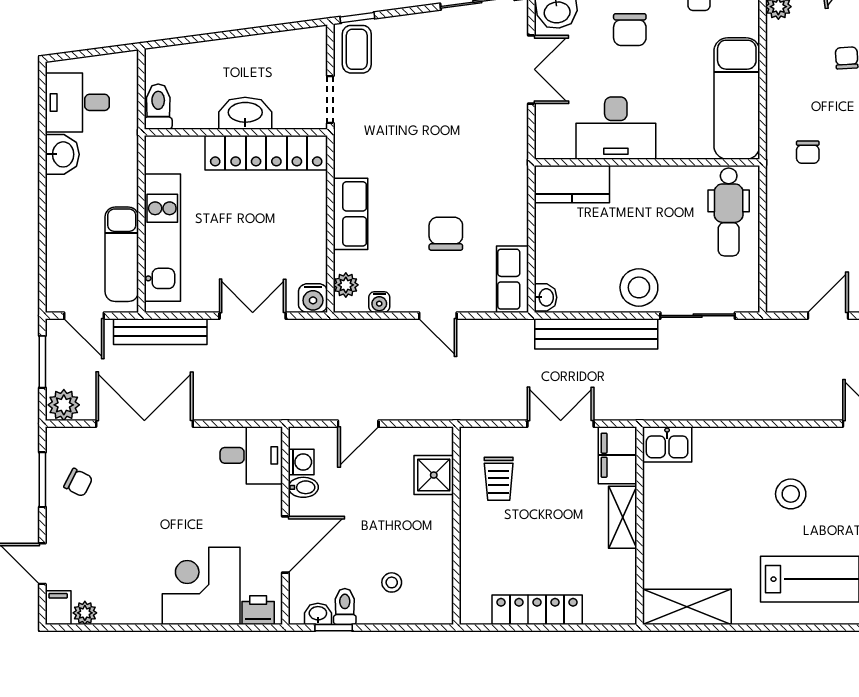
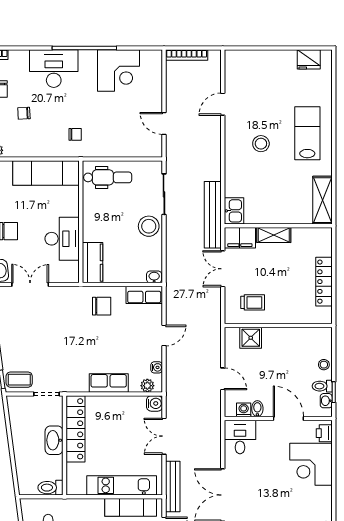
chair: (446, 234) -> (102, 306), moved, turned 180
bench: (596, 334) -> (213, 215), moved
stool: (392, 582) -> (324, 365), moved

